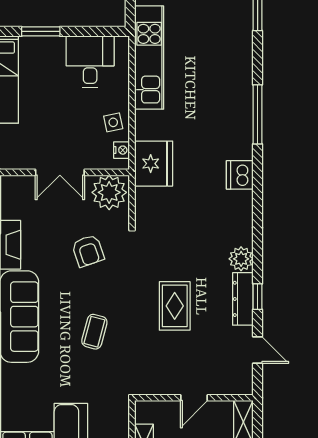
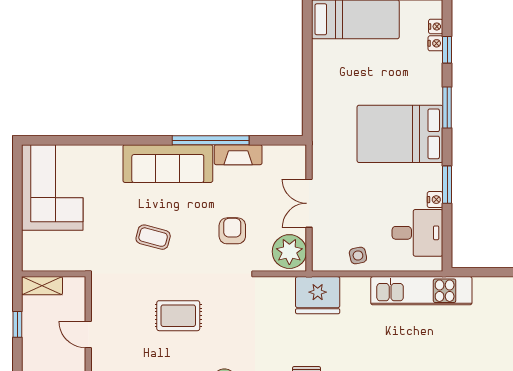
nightstand: (122, 150) -> (435, 200), moved, turned -90
armchair: (88, 251) -> (232, 231), turned 109

